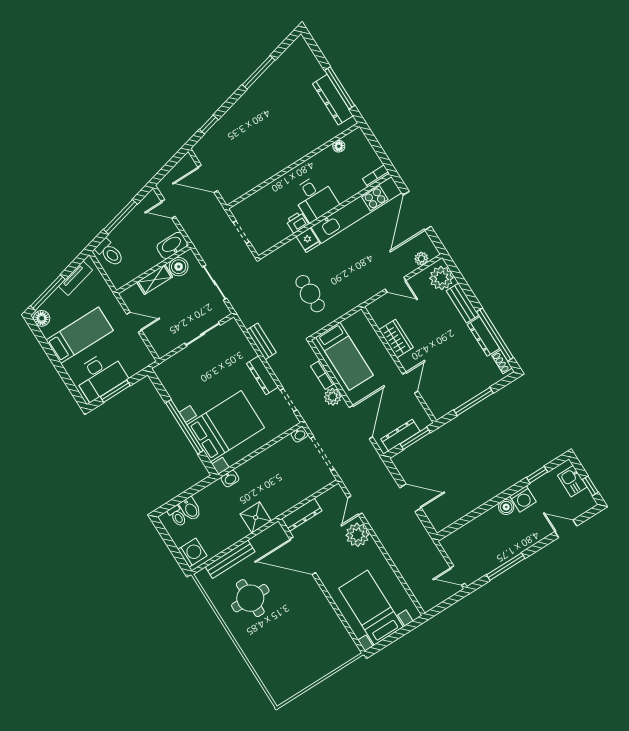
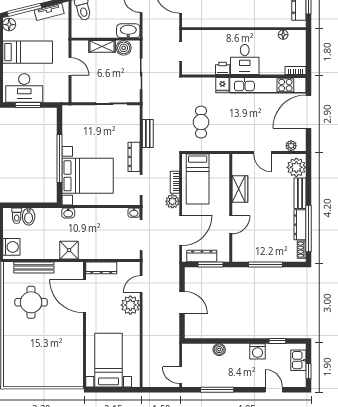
boiler: (506, 507) -> (219, 350), moved

